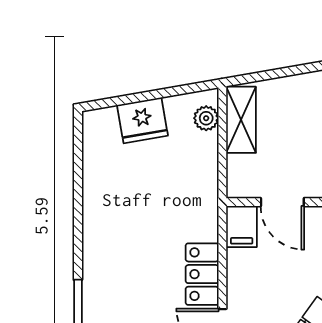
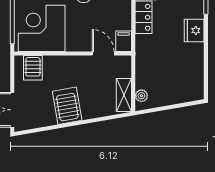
fridge: (142, 120) -> (194, 31), moved, turned -80

